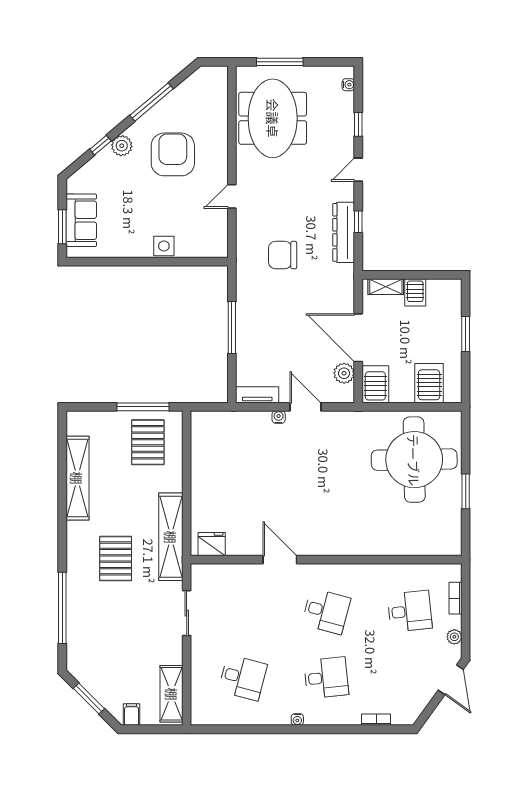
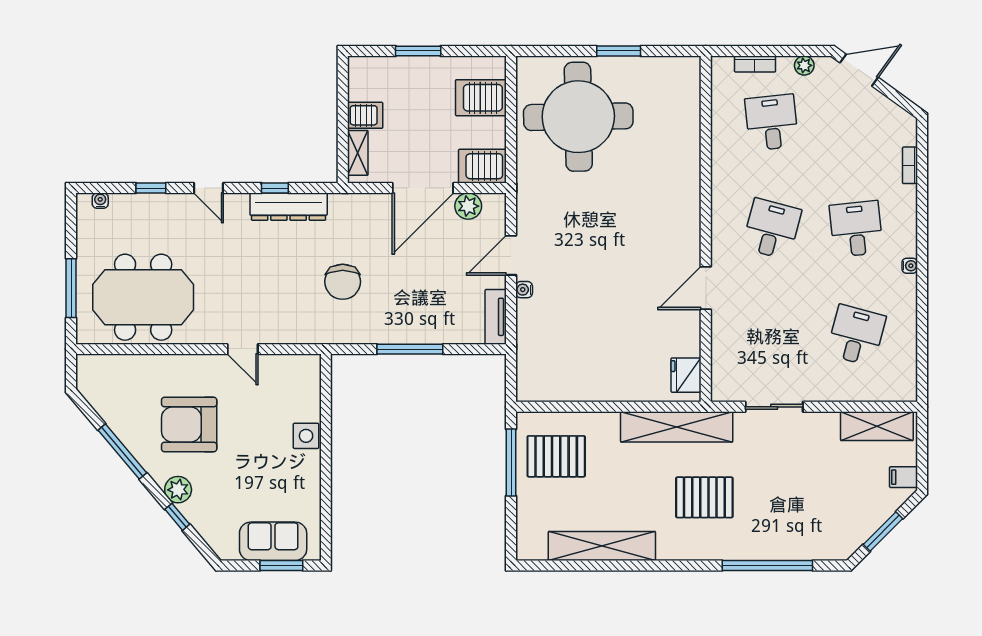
chair: (283, 255) -> (343, 282), moved

